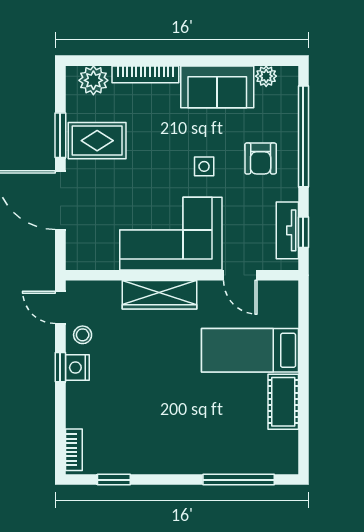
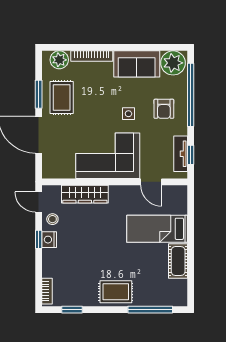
plant: (266, 76) -> (173, 63), width x1.87, depth x1.87
rug: (97, 141) -> (62, 98), turned 90
wardrobe: (160, 295) -> (85, 194), moved
rug: (184, 451) -> (116, 292), added

